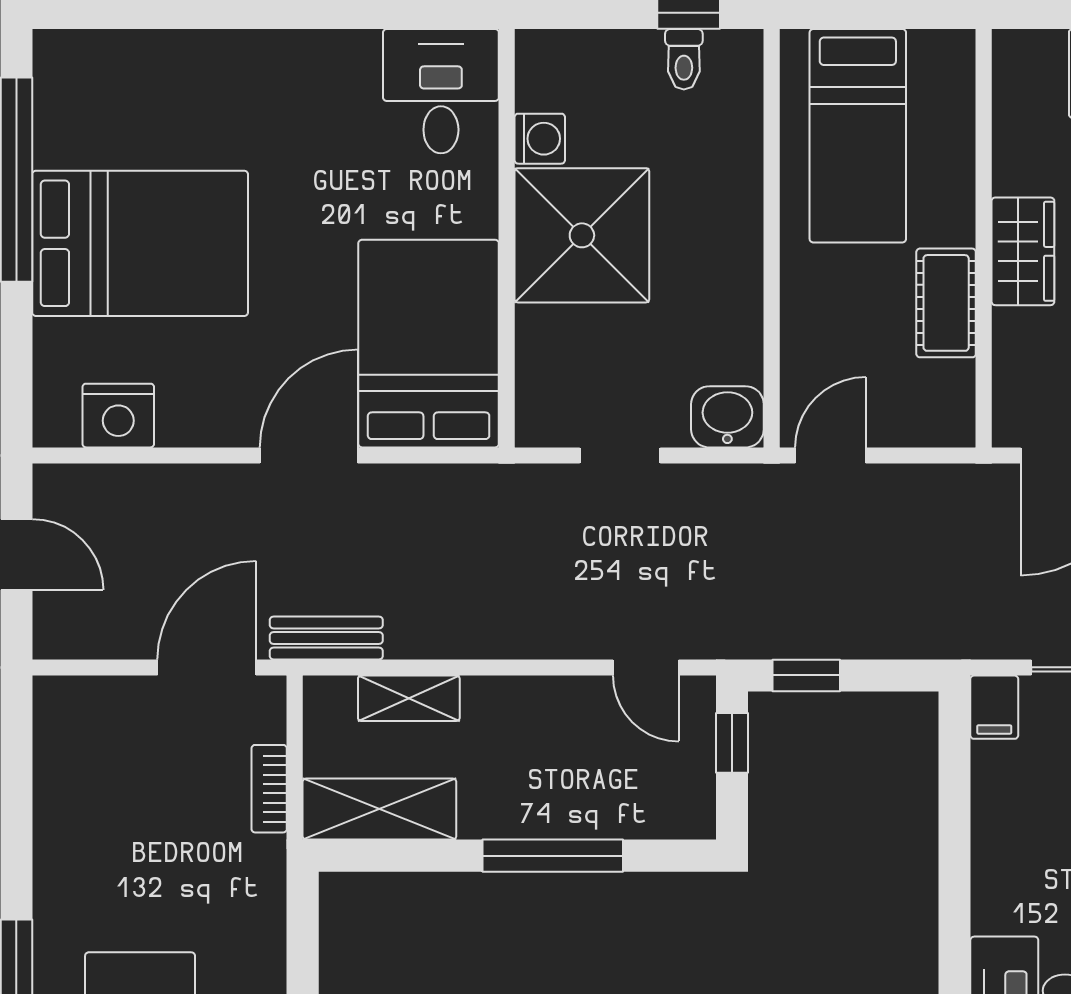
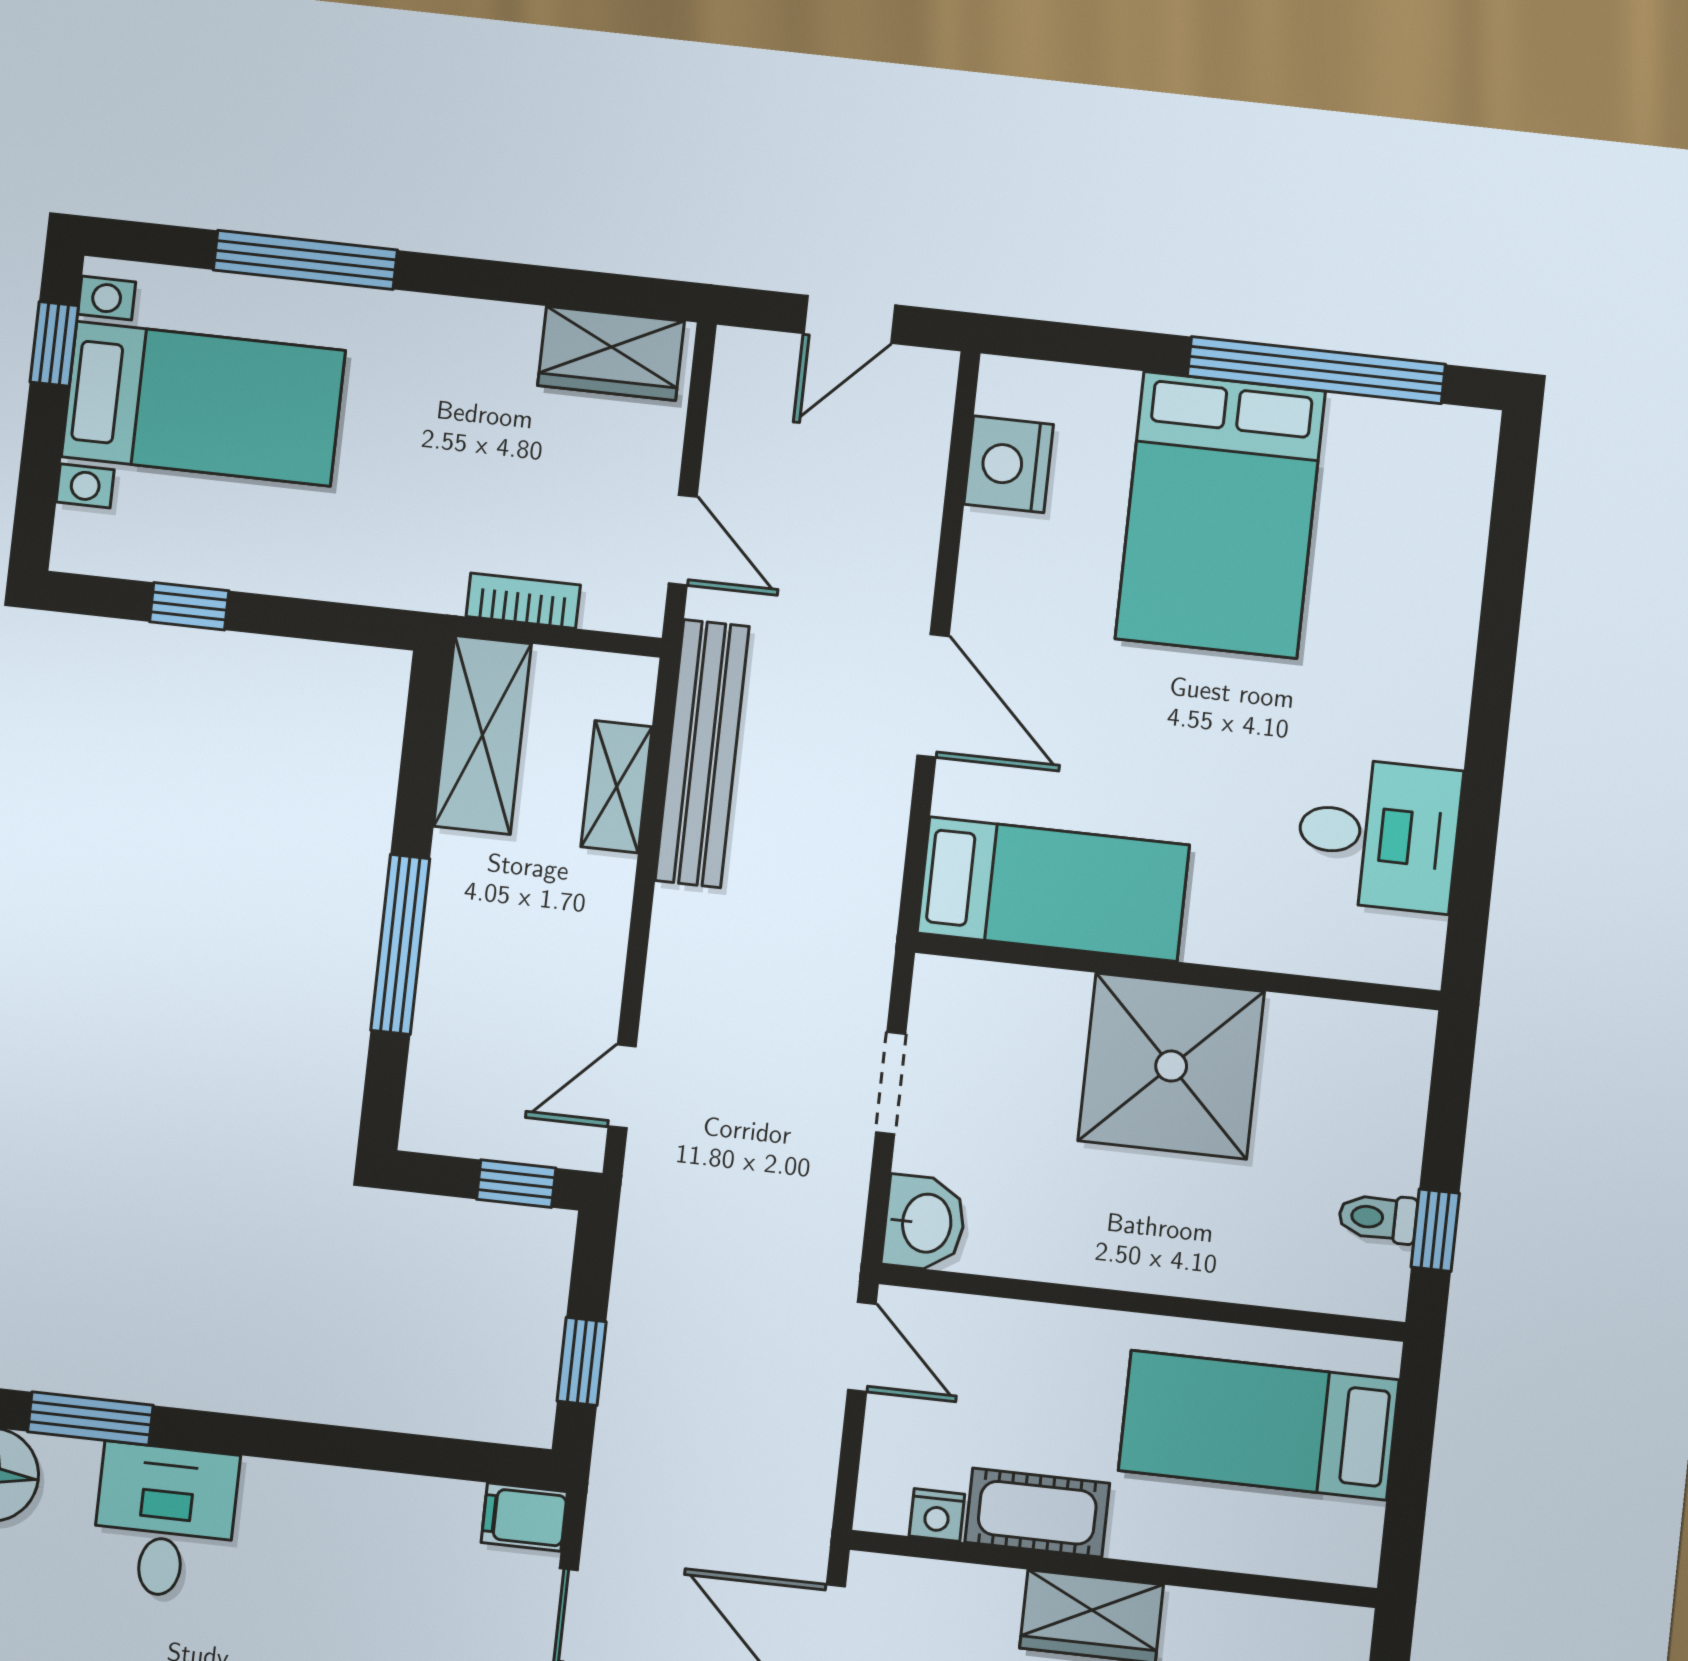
desk: (441, 91) -> (1378, 834), moved
washing machine: (540, 139) -> (1298, 1027), removed
bed: (429, 344) -> (1053, 889), width x0.67
nightstand: (957, 382) -> (937, 1515), added
bench: (326, 638) -> (702, 753), width x1.86, depth x1.21
door: (207, 667) -> (683, 540), width x0.73
window: (806, 675) -> (582, 1361), moved
wardrobe: (64, 741) -> (611, 353), added

